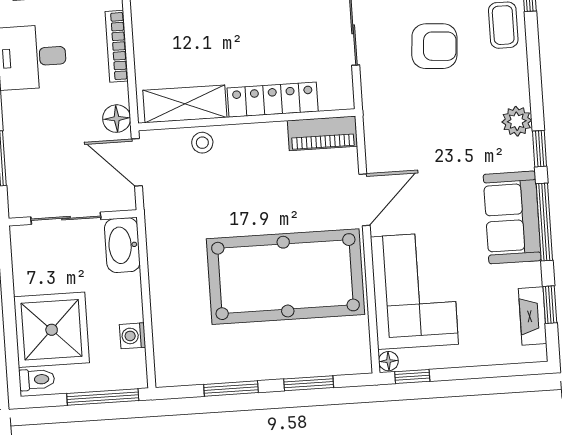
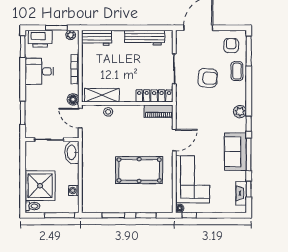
locker: (273, 100) -> (154, 96), moved
pool table: (285, 277) -> (139, 170), width x0.73, depth x0.76

